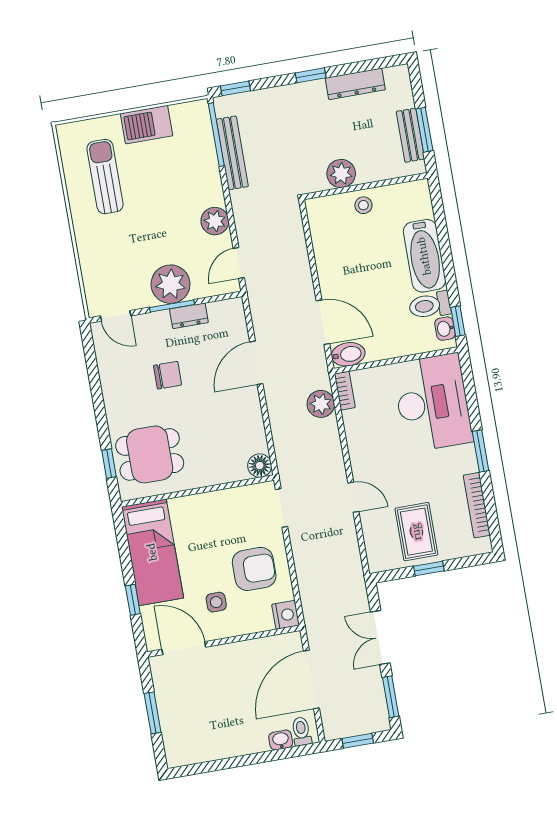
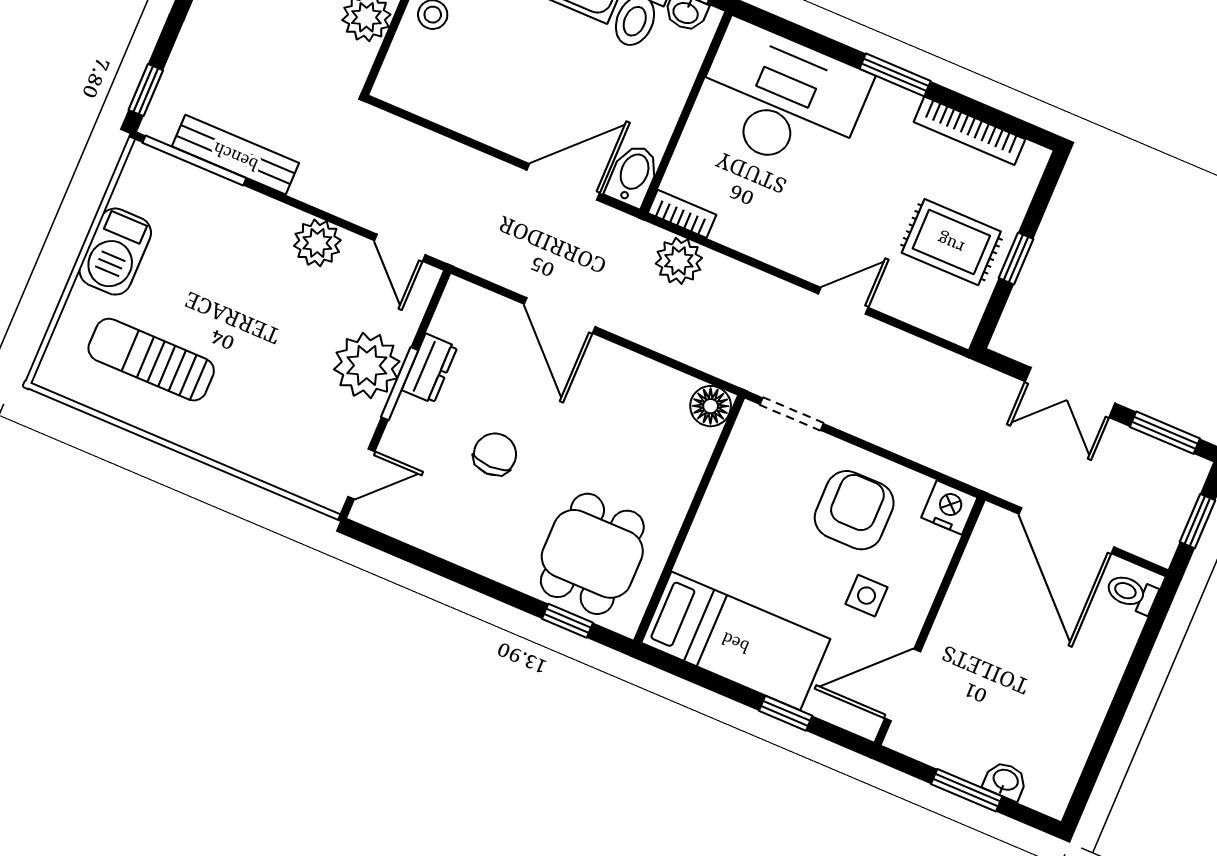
washbasin: (281, 740) -> (1005, 781), moved, turned 90

